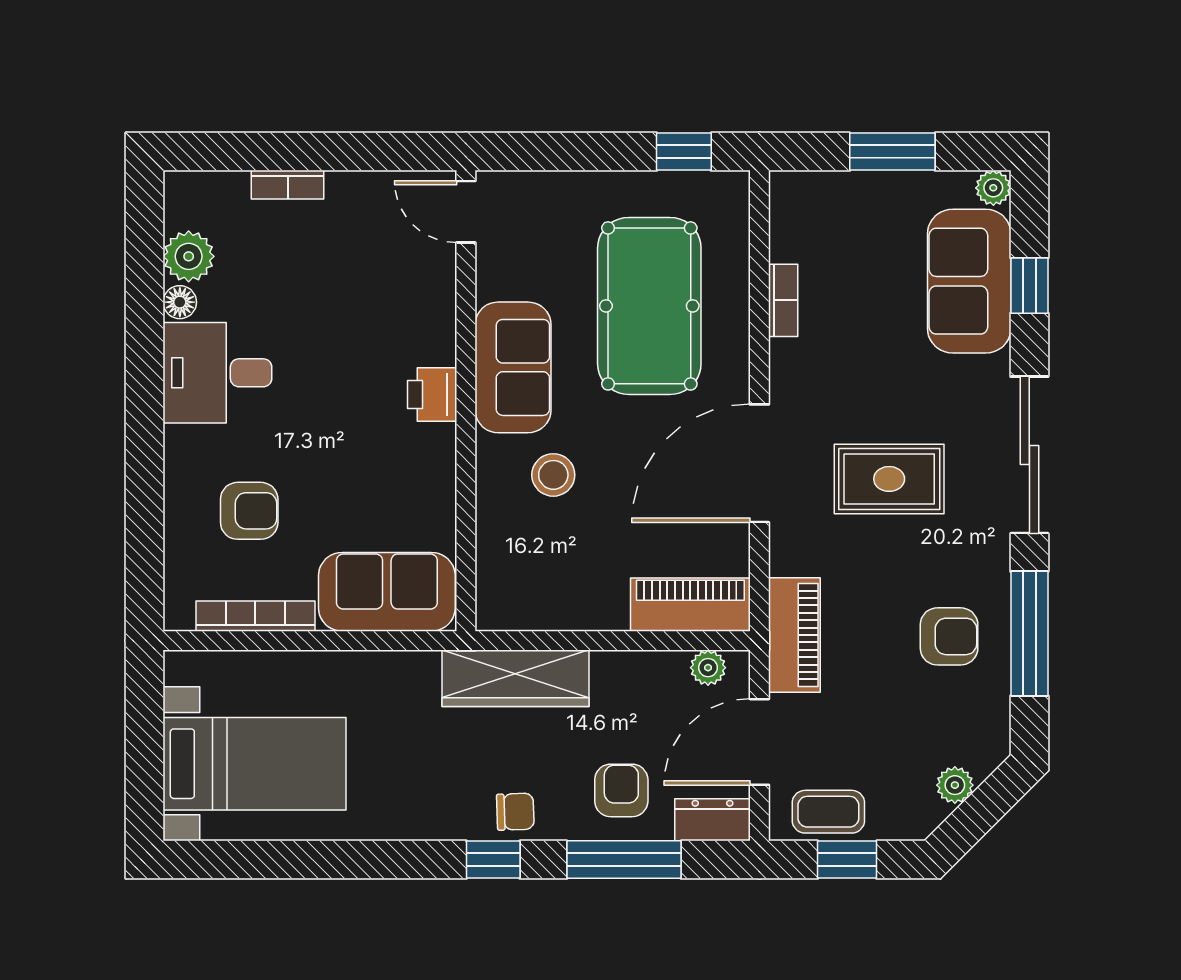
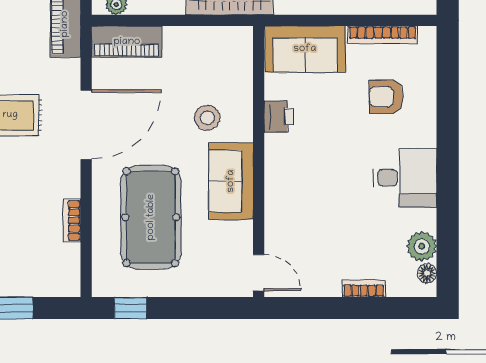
floor lamp: (180, 302) -> (427, 273), moved
printer: (432, 394) -> (279, 117), moved

